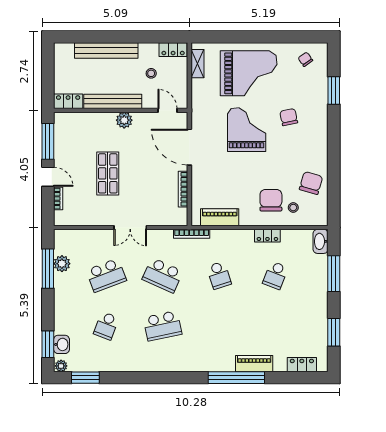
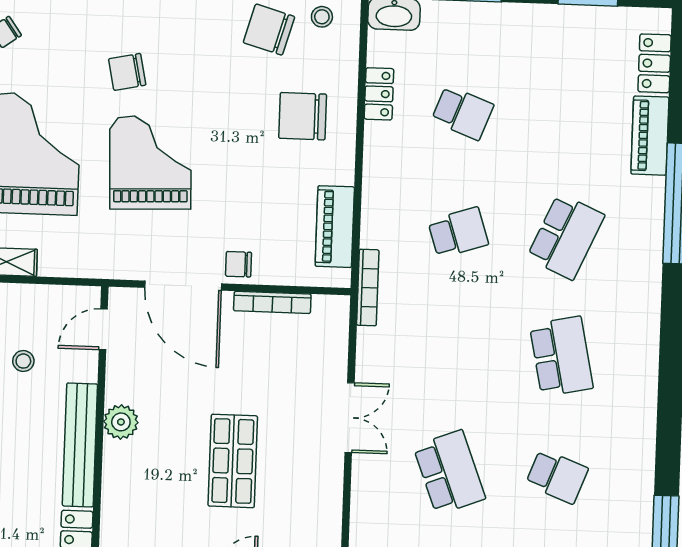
grand piano: (247, 130) -> (150, 163), turned 88
door: (189, 147) -> (183, 286), hinge flipped
shop shelf: (108, 173) -> (233, 461), turned 90
chair: (200, 173) -> (238, 264), added
stool: (293, 208) -> (322, 17), moved
locker: (267, 236) -> (379, 94), moved
school desk: (163, 275) -> (566, 237), moved
piano: (254, 364) -> (650, 136), moved

